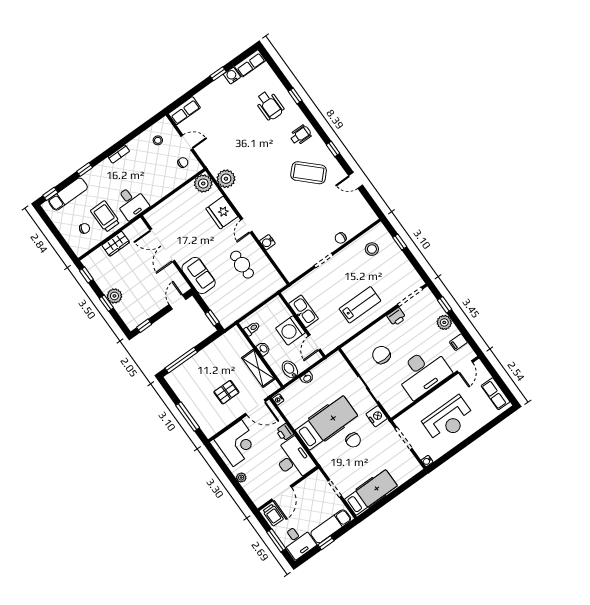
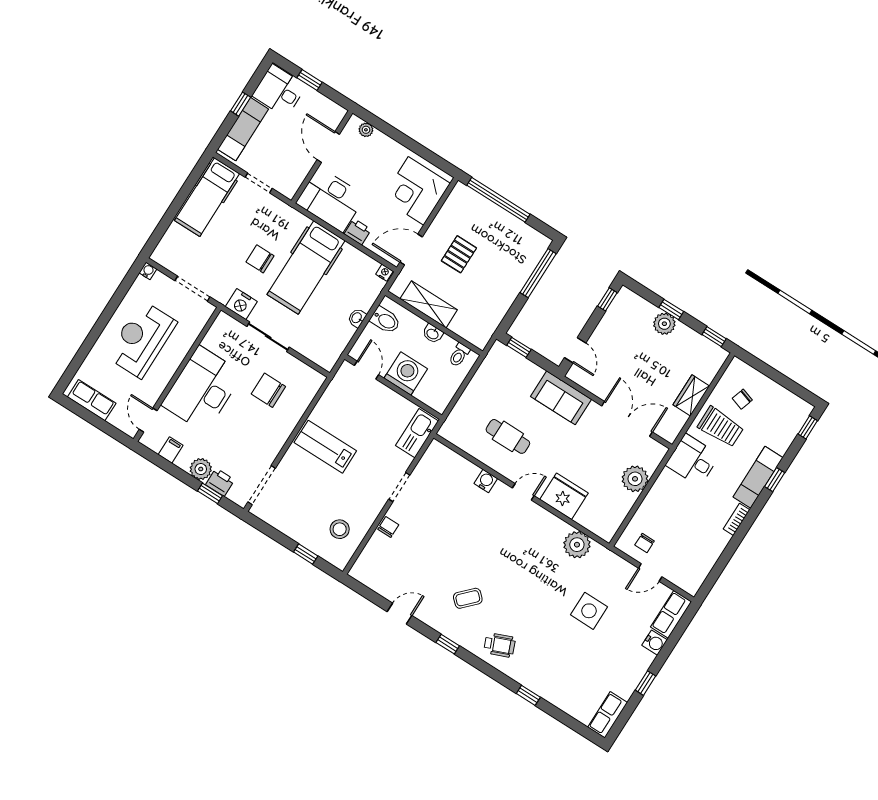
water cooler: (232, 76) -> (655, 643), moved
wheelchair: (270, 105) -> (558, 669), removed
side table: (235, 134) -> (589, 611), added
wheelchair: (301, 135) -> (499, 645), turned -112
stool: (158, 140) -> (691, 559), removed
coffee table: (309, 173) -> (468, 598), width x0.54, depth x0.58
plant: (203, 183) -> (635, 479), moved
exam couch: (68, 194) -> (758, 477), moved
door: (246, 226) -> (523, 492), hinge flipped
lab bench: (360, 305) -> (325, 447), turned 90
kitchen sink: (304, 311) -> (417, 433), moved, turned 90
printer: (396, 317) -> (220, 482), moved, turned 90
chair: (381, 355) -> (268, 390), turned 180
window: (188, 417) -> (498, 200), width x1.46
plant: (241, 478) -> (366, 130), moved
trolley: (273, 515) -> (328, 113), removed
window: (276, 540) -> (310, 80), width x0.67

